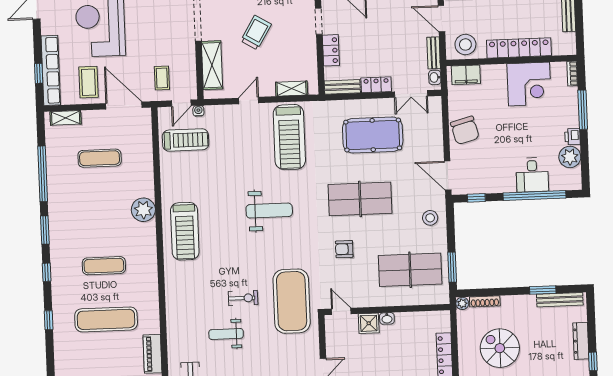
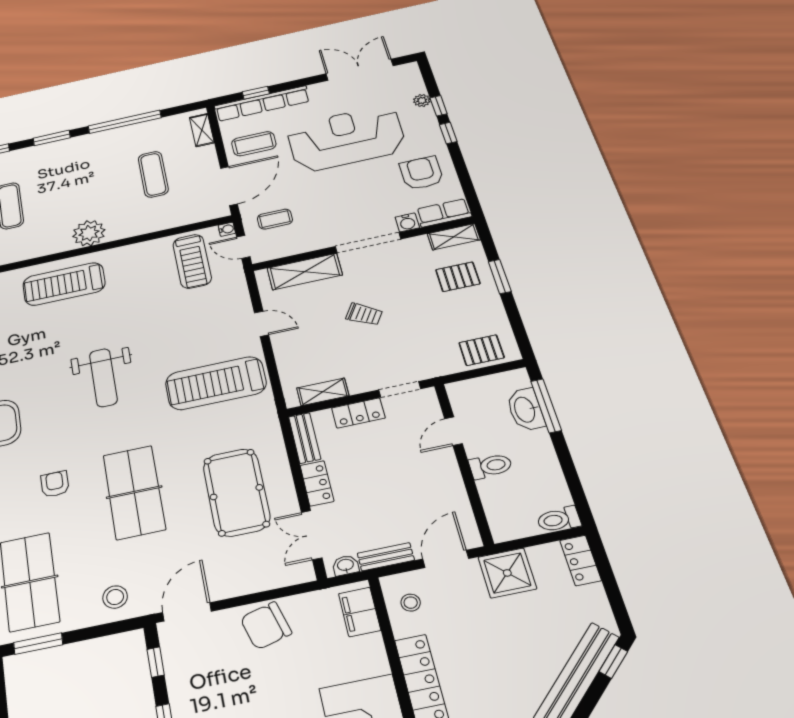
trolley: (256, 33) -> (364, 314), width x0.73, depth x0.72
stool: (465, 44) -> (411, 603), width x0.53, depth x0.53
shelving: (292, 89) -> (323, 392), moved, turned 90
water cooler: (198, 111) -> (227, 229), moved

